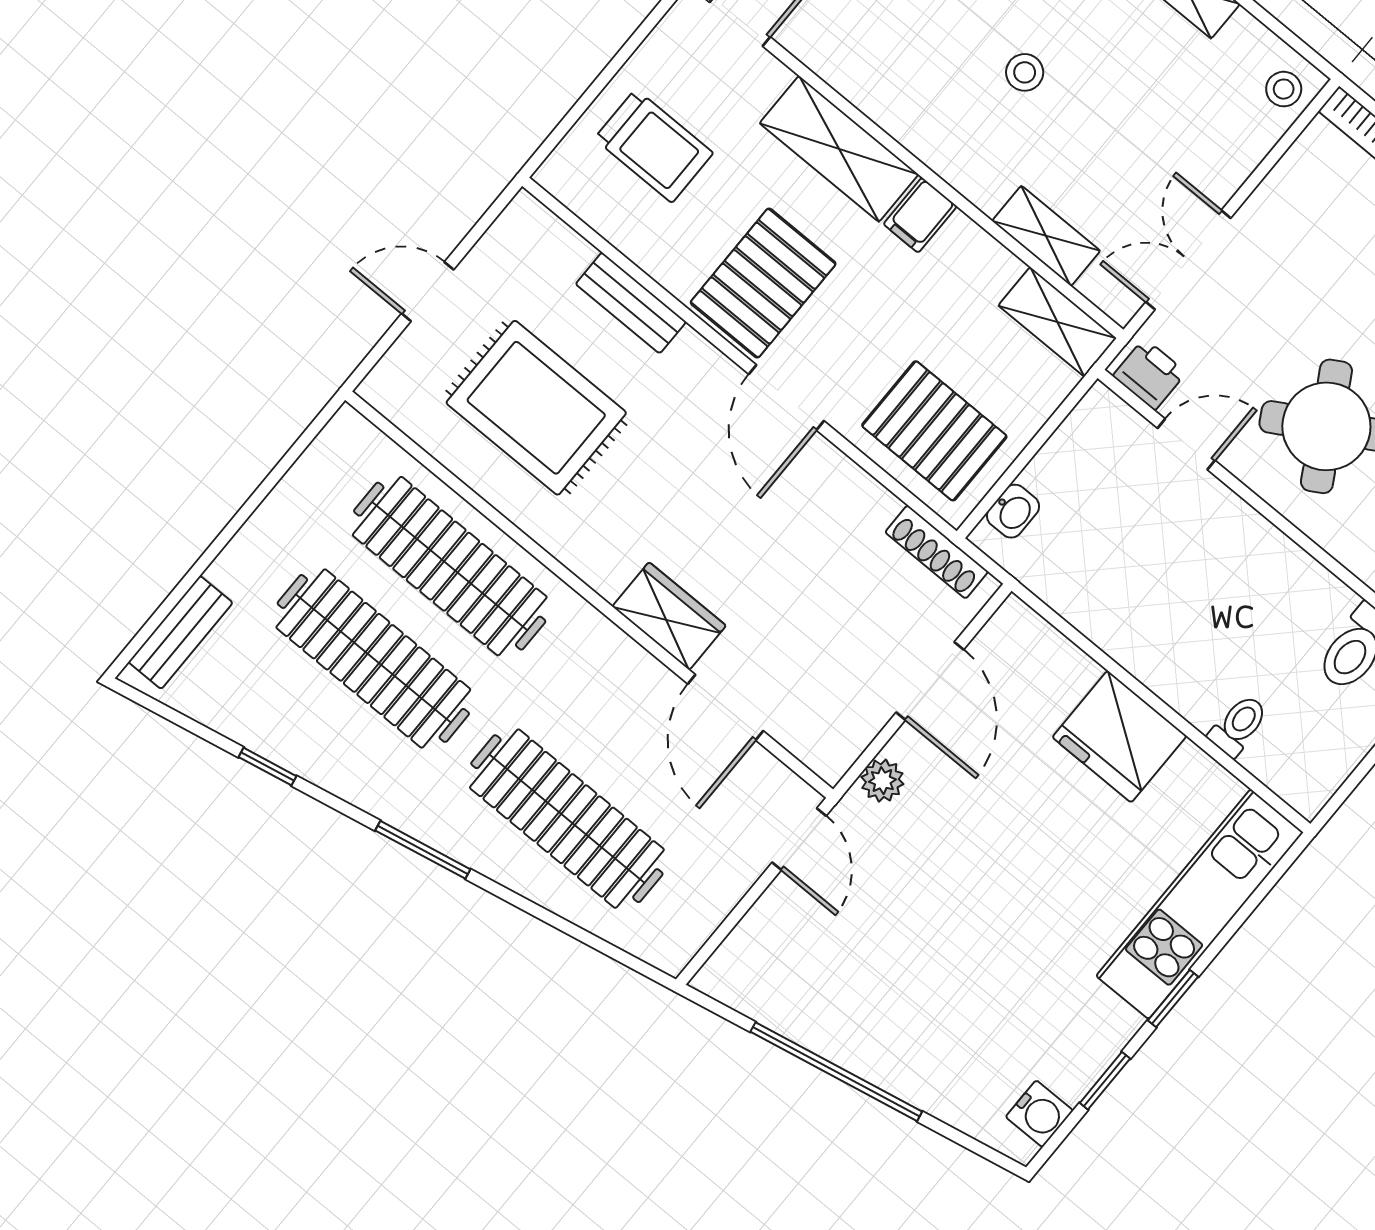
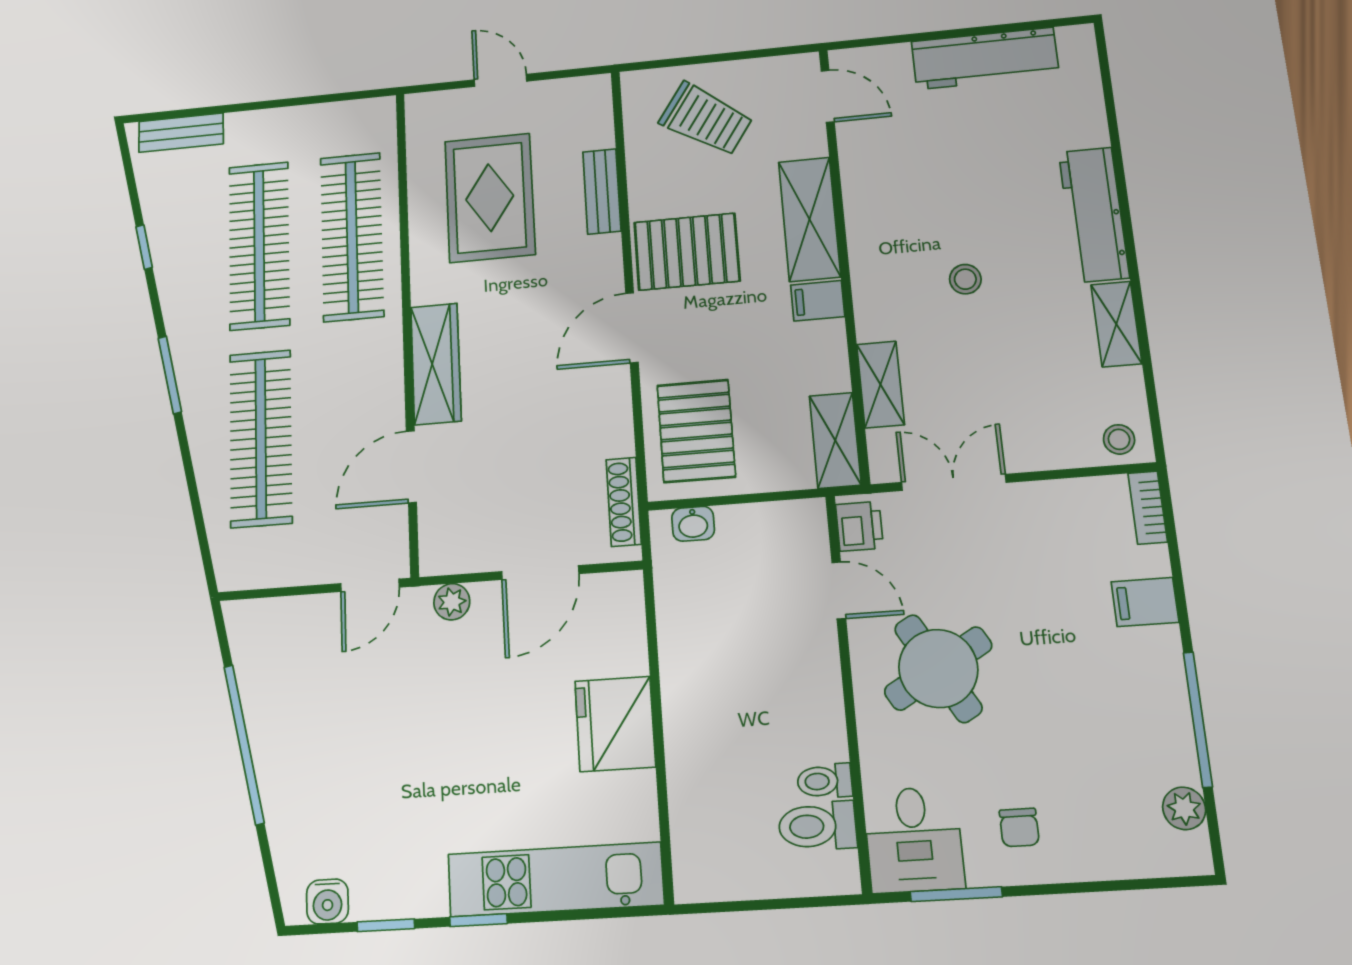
trolley: (654, 146) -> (706, 119), turned -56
wardrobe: (669, 616) -> (436, 364), width x1.50
toilet: (1238, 725) -> (825, 781), moved, turned 180

